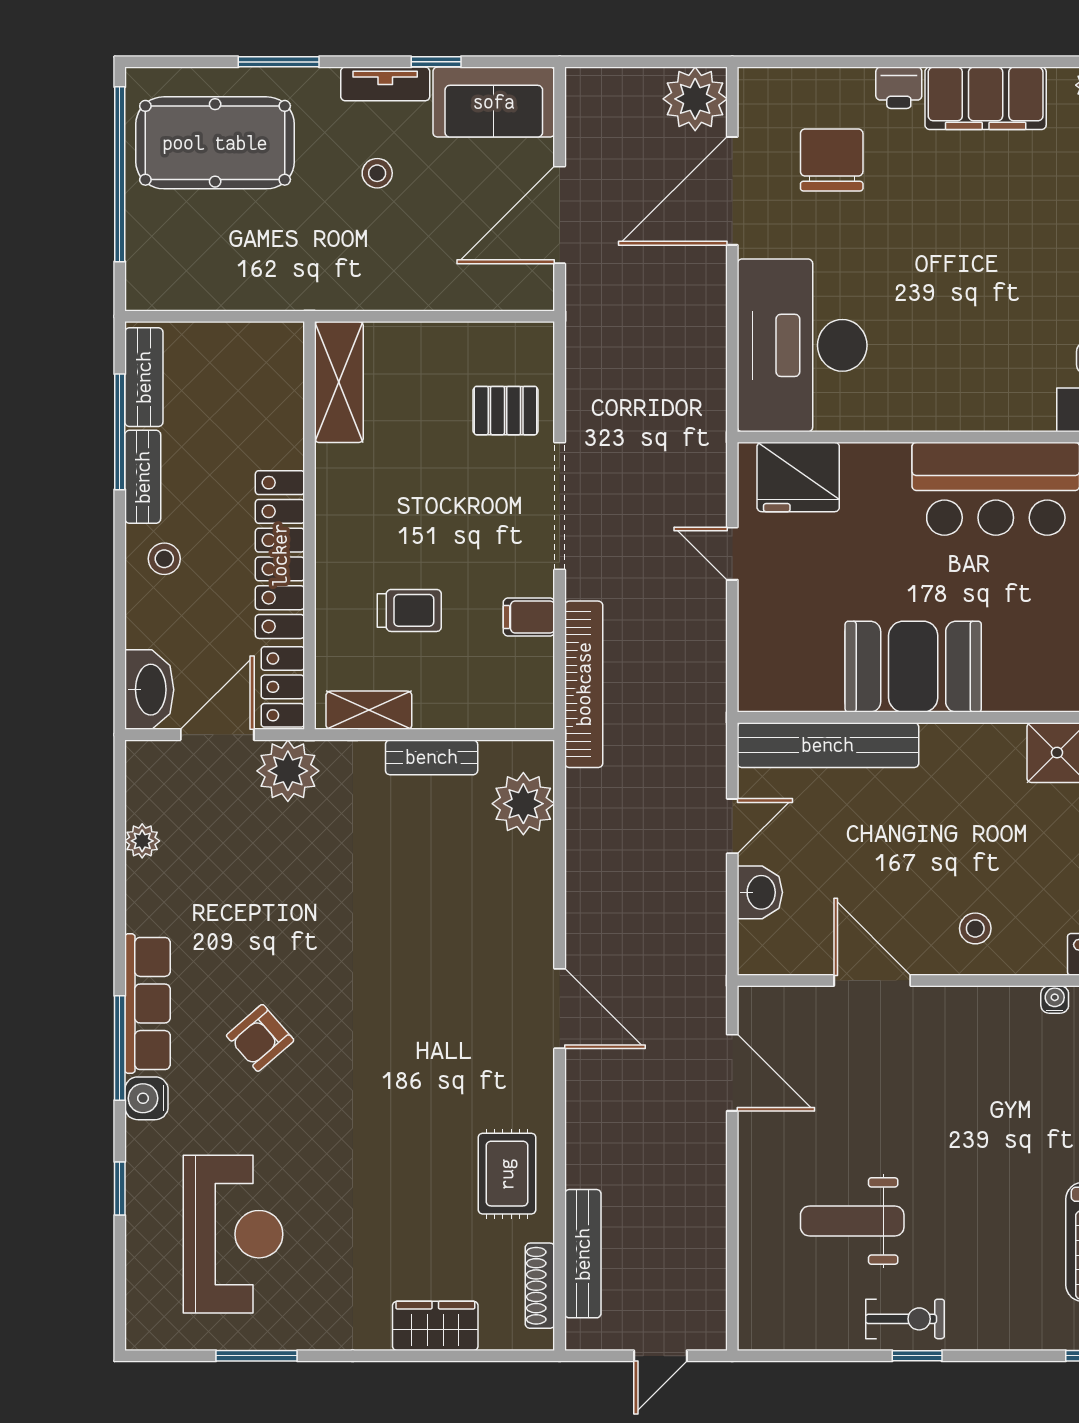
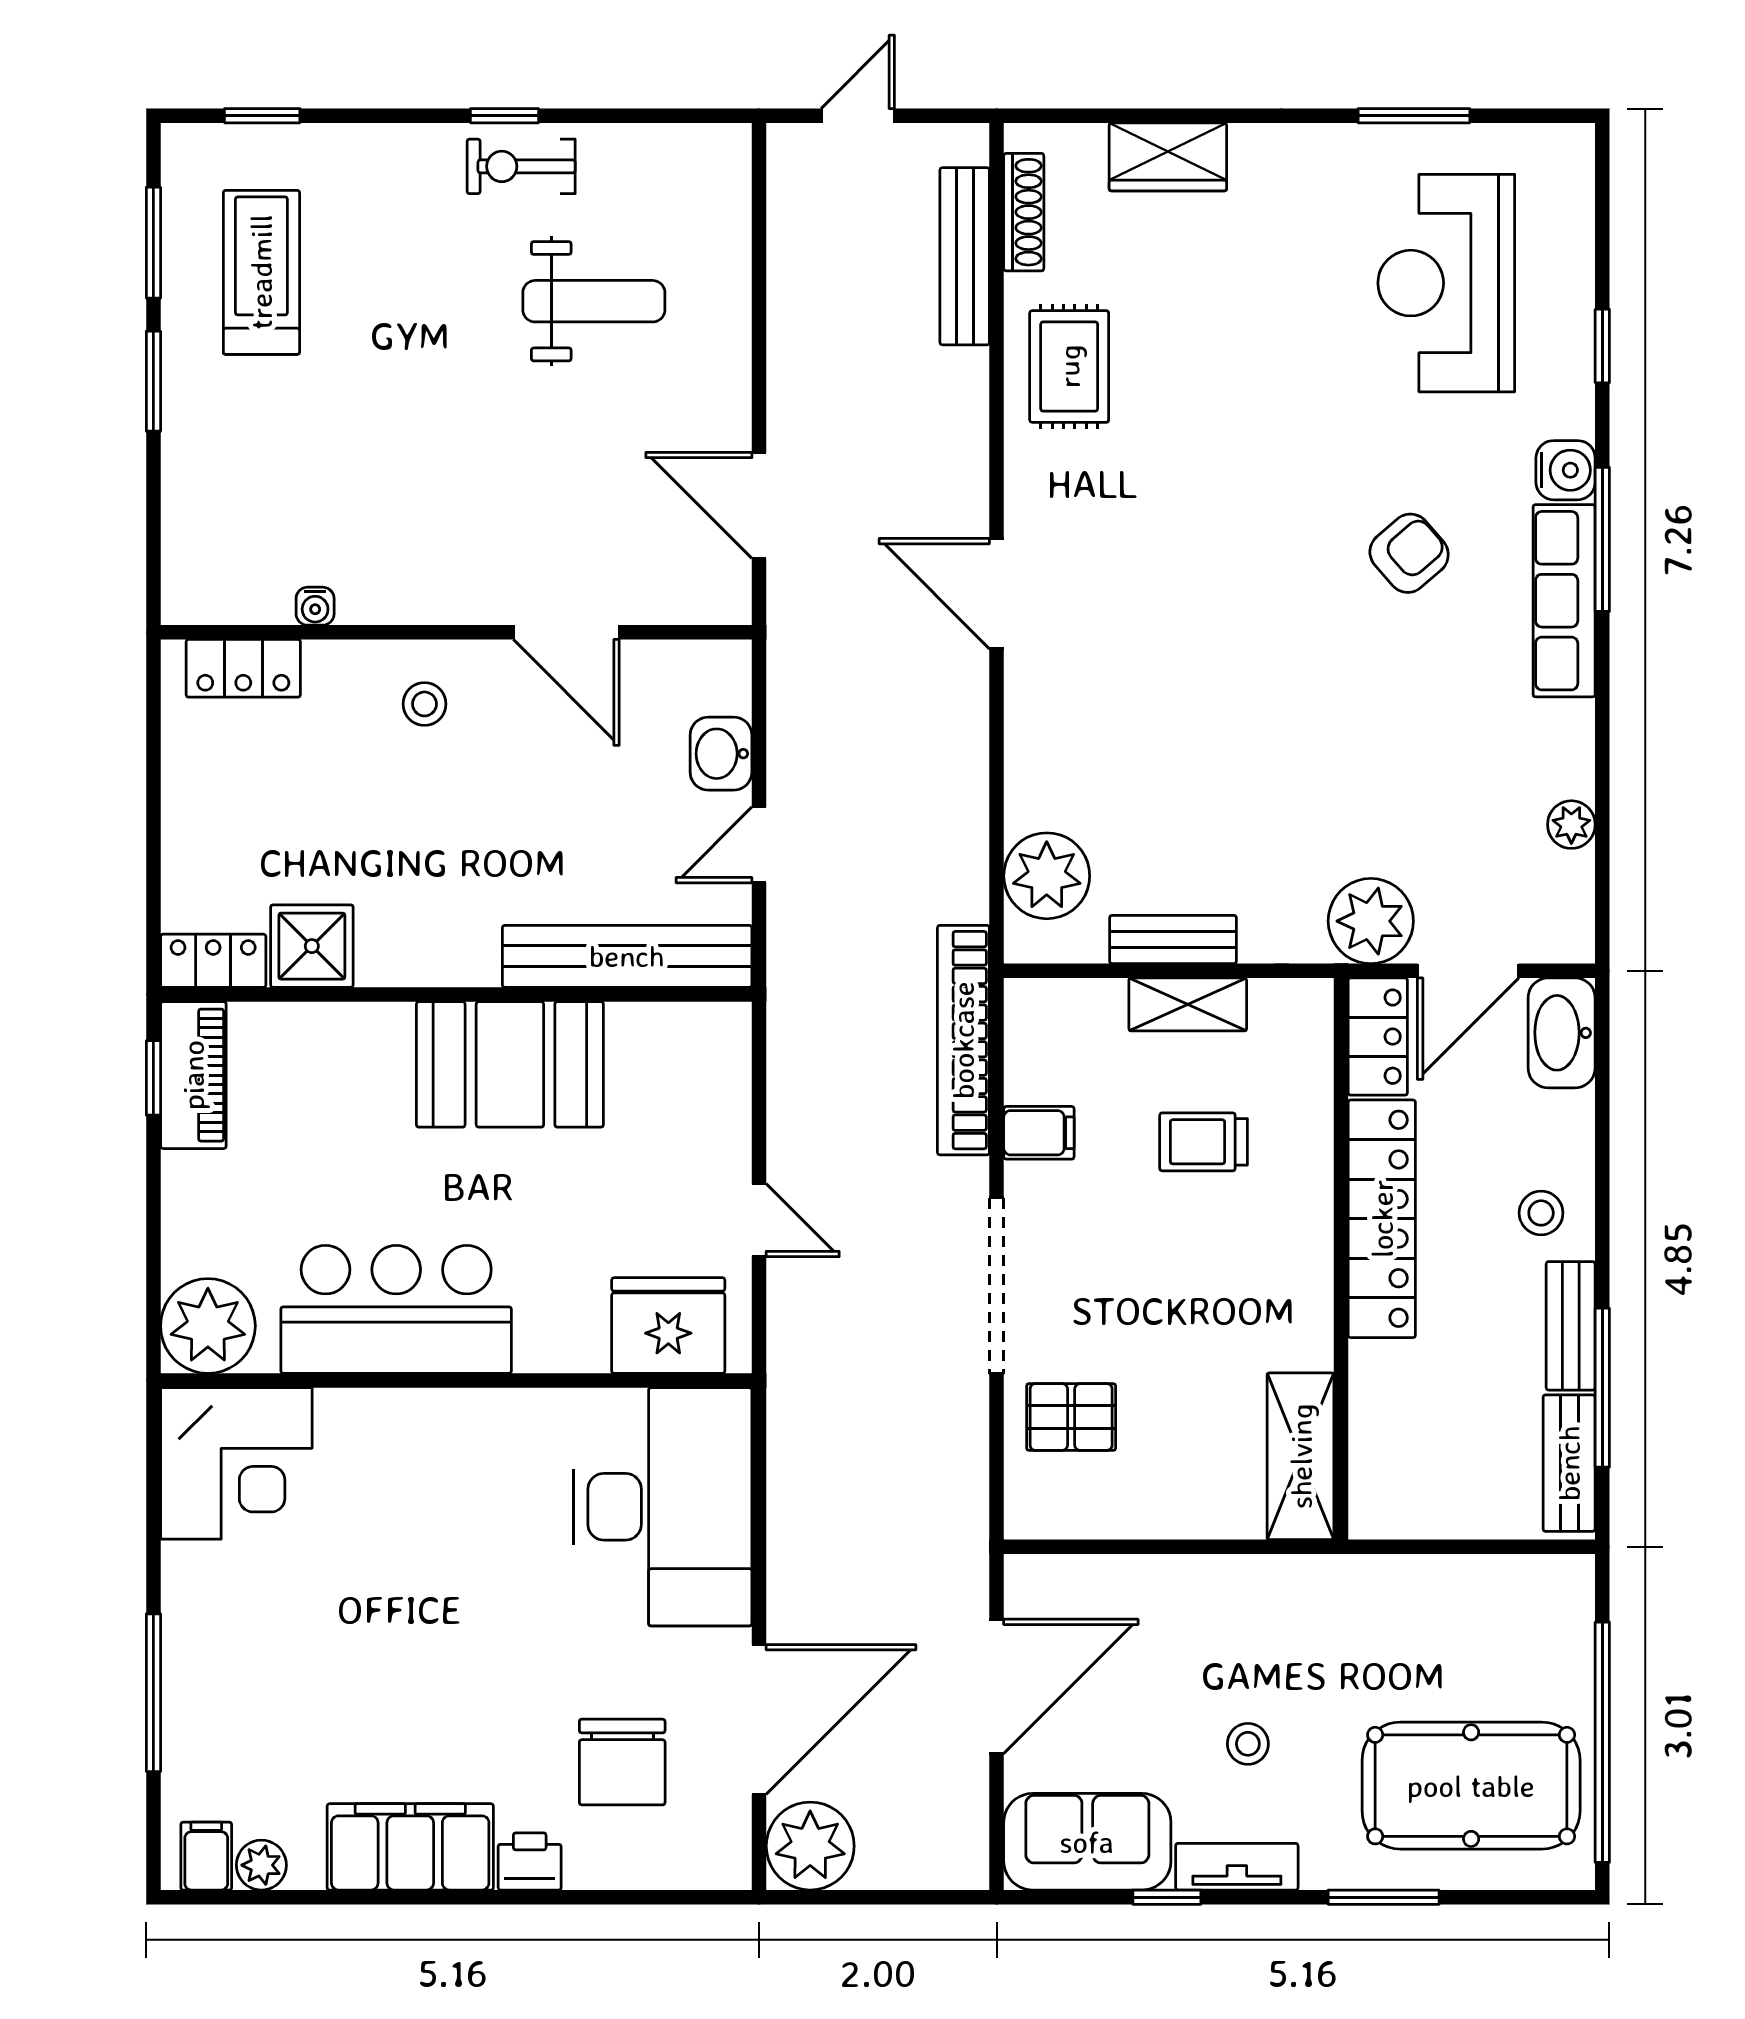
shelving: (369, 710) -> (1188, 1004), moved

